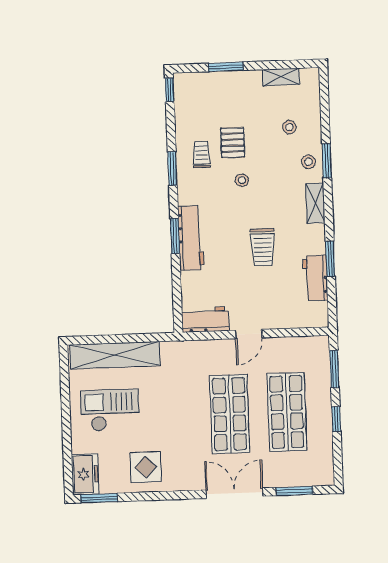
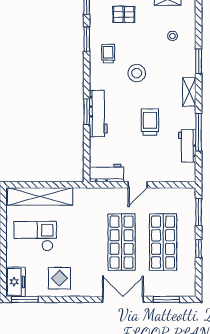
pallet: (233, 143) -> (124, 14), moved, turned 90
stool: (308, 162) -> (185, 62), removed
window: (172, 169) -> (87, 39), moved
stool: (242, 180) -> (137, 73), width x1.89, depth x1.89
trolley: (263, 247) -> (150, 122), turned 180
window: (330, 259) -> (199, 132), width x1.44

